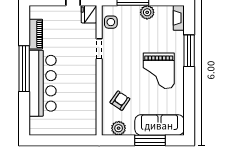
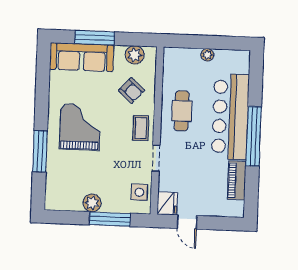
fireplace: (179, 18) -> (52, 194), removed
coffee table: (112, 72) -> (141, 128), added
cafe table: (80, 86) -> (182, 111), added
armchair: (120, 101) -> (131, 90), turned -82
plant: (62, 130) -> (207, 55), added

